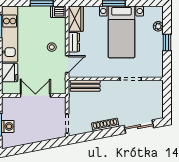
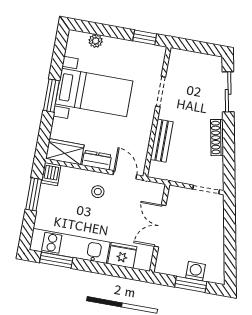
window: (167, 42) -> (145, 37), moved
bench: (85, 86) -> (162, 141), moved

